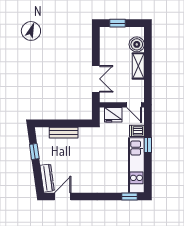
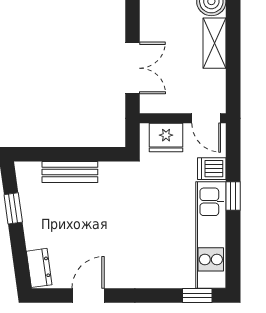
dresser: (47, 178) -> (39, 268), width x0.70
door: (63, 196) -> (88, 295), moved

